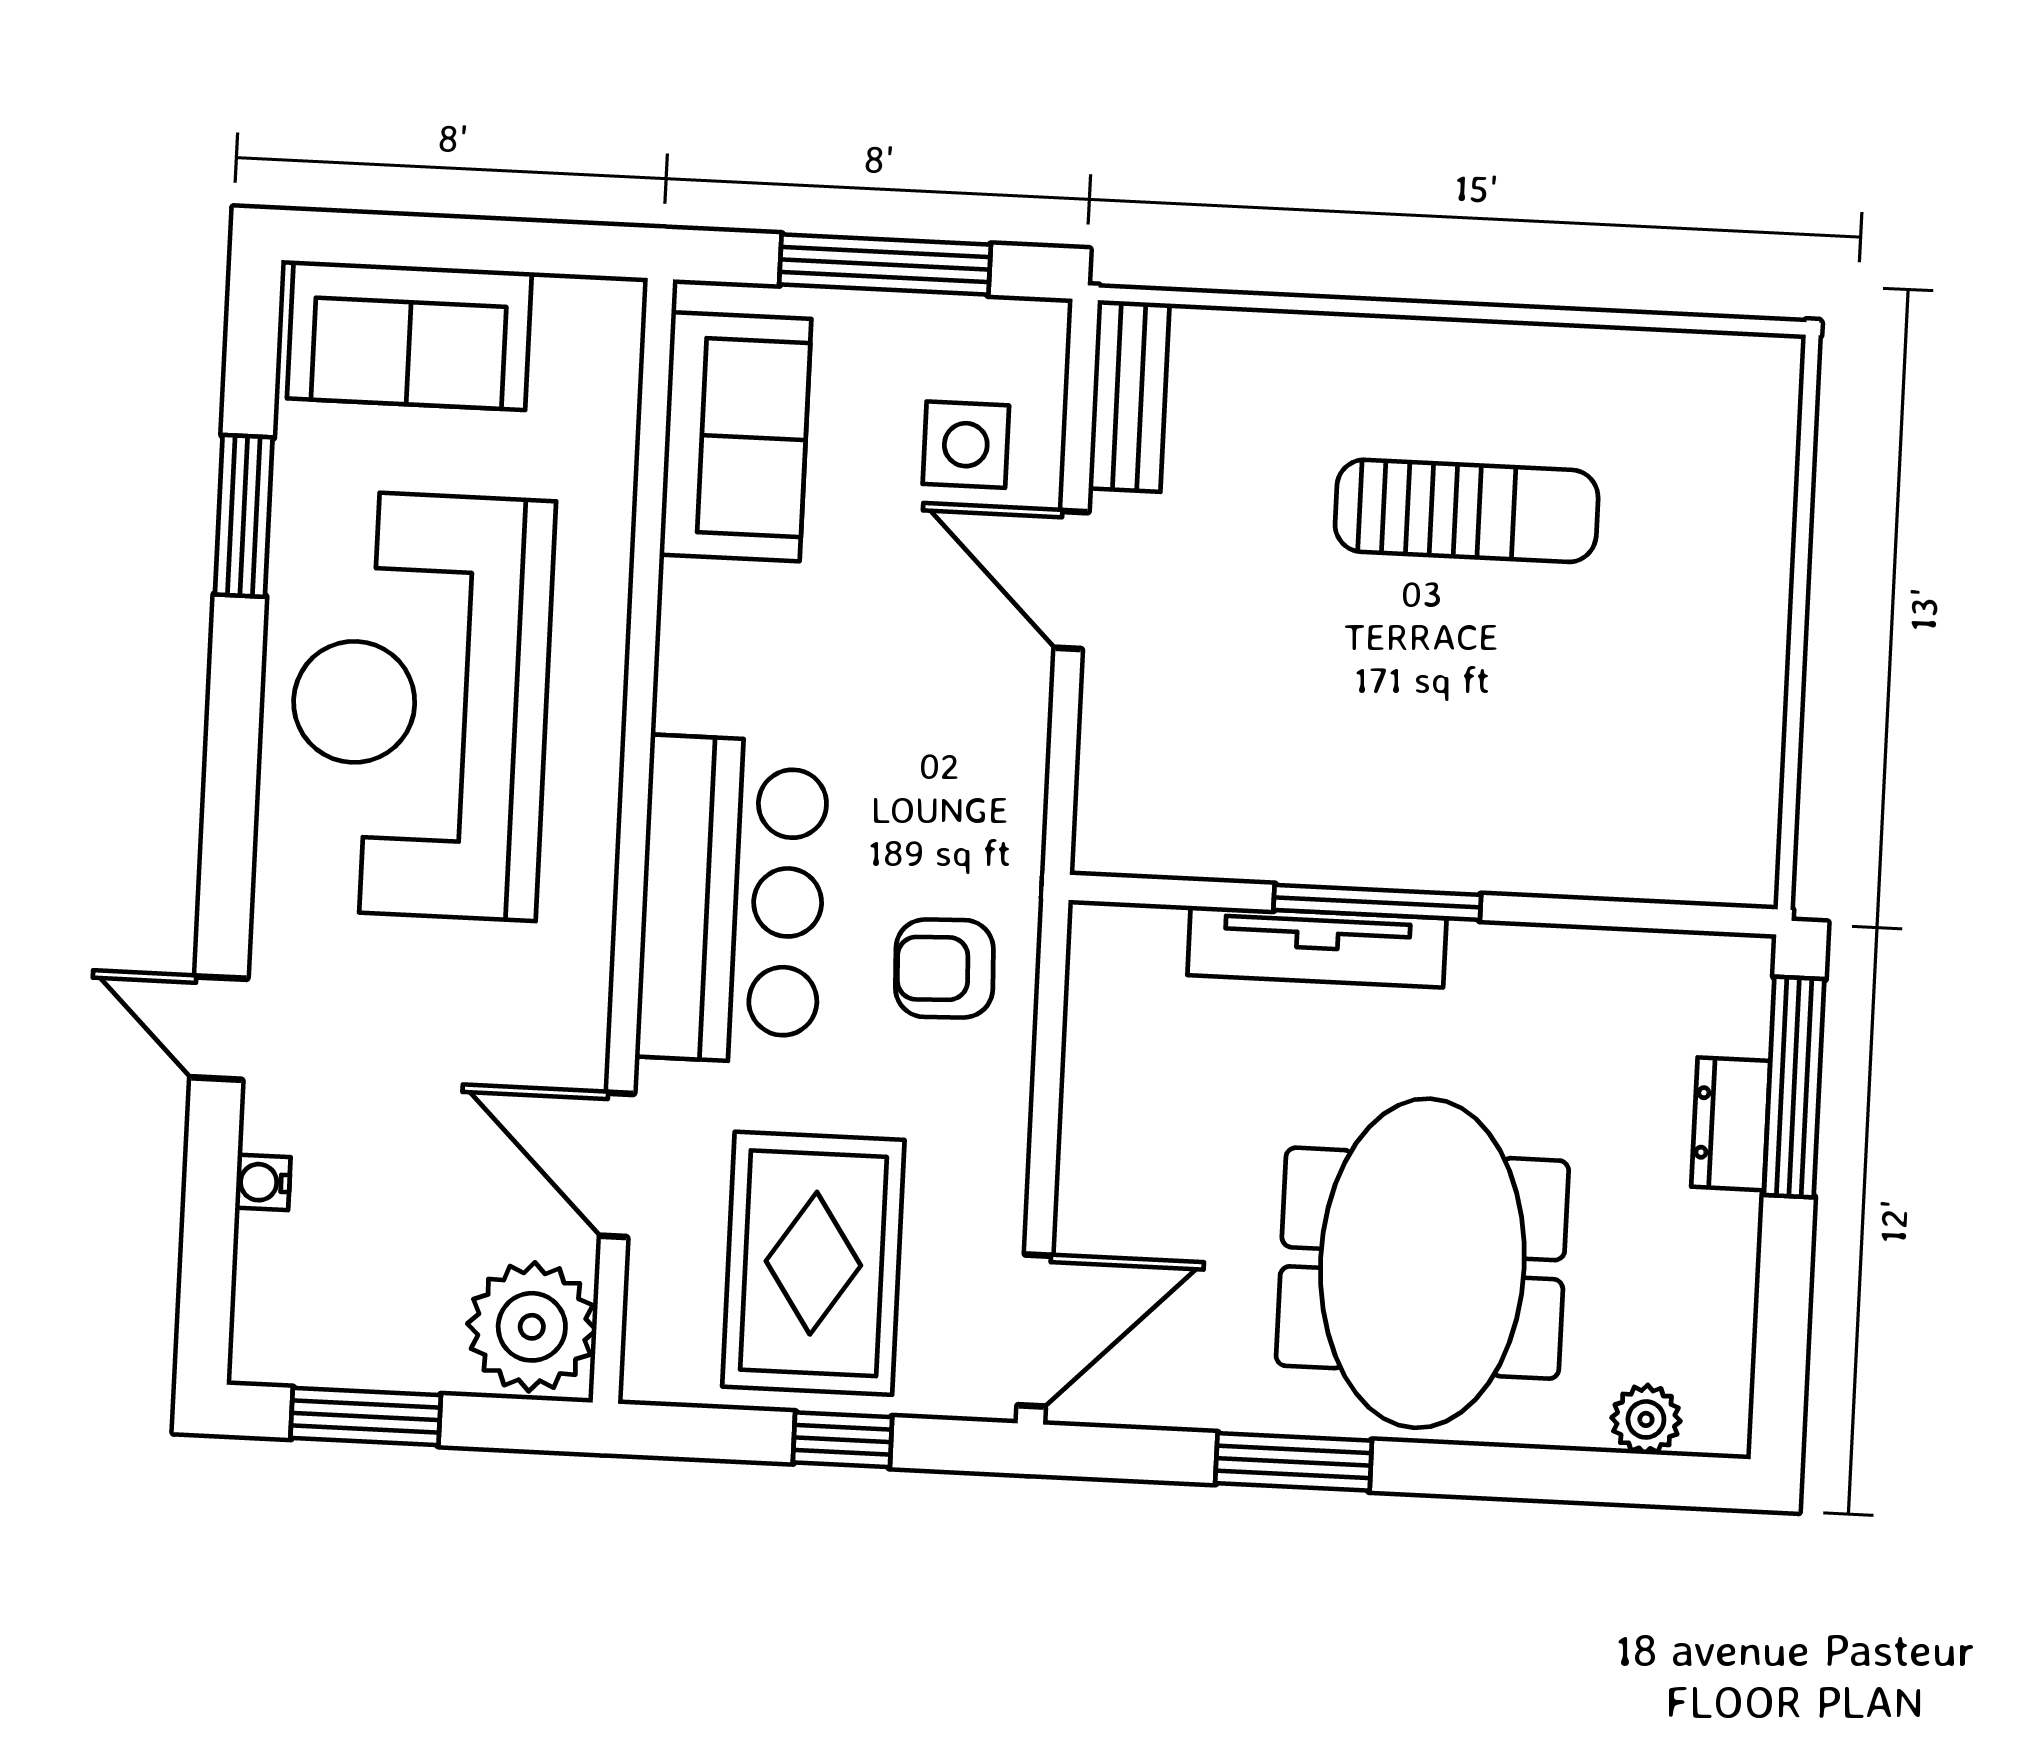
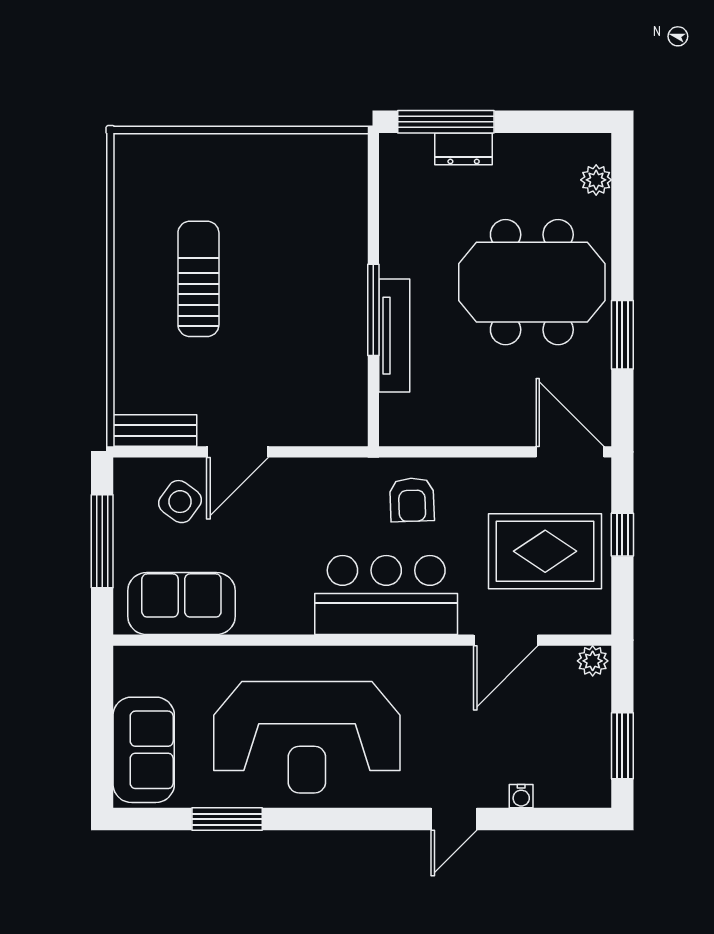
side table: (966, 445) -> (180, 502), turned 36
plant: (532, 1327) -> (593, 661), width x0.53, depth x0.53

